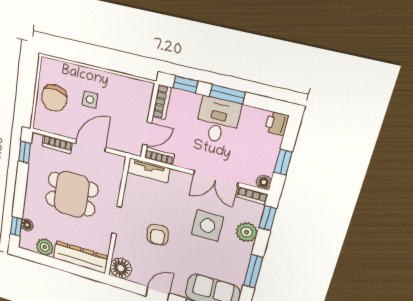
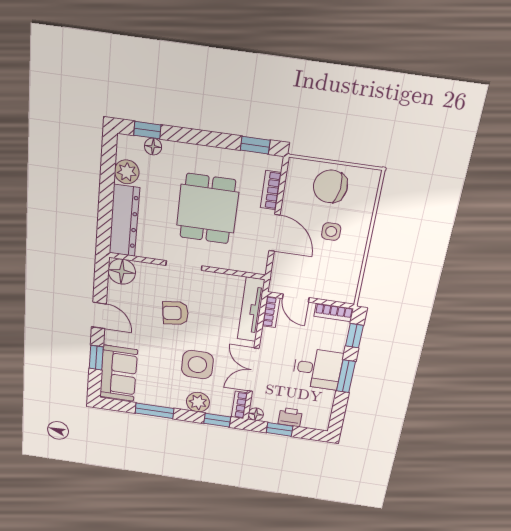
printer: (277, 123) -> (290, 417), moved
tv unit: (148, 170) -> (251, 309), width x1.41

